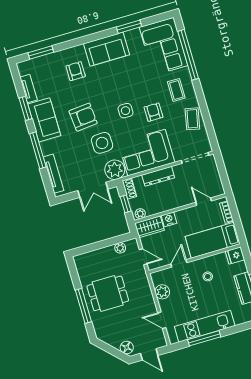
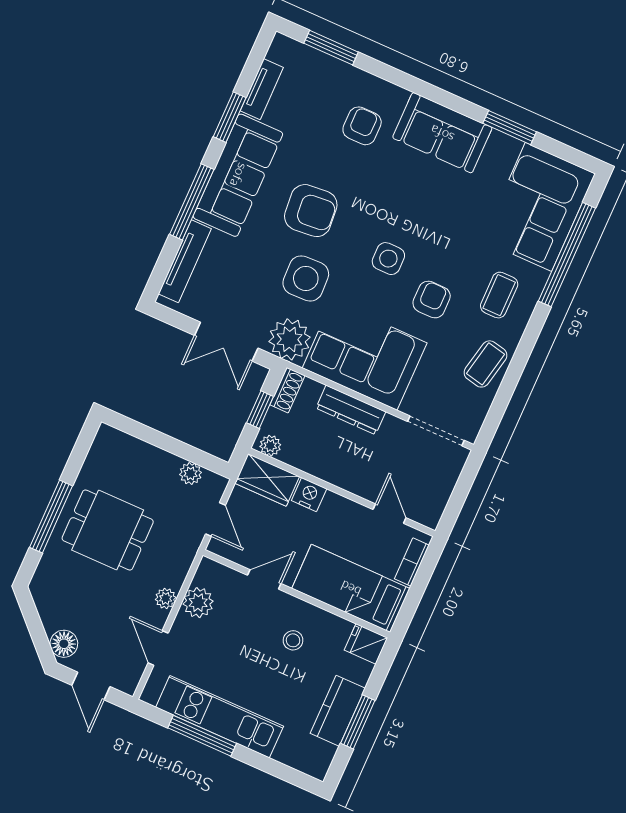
sofa: (44, 120) -> (238, 175), width x1.36
plant: (149, 300) -> (166, 598), added

